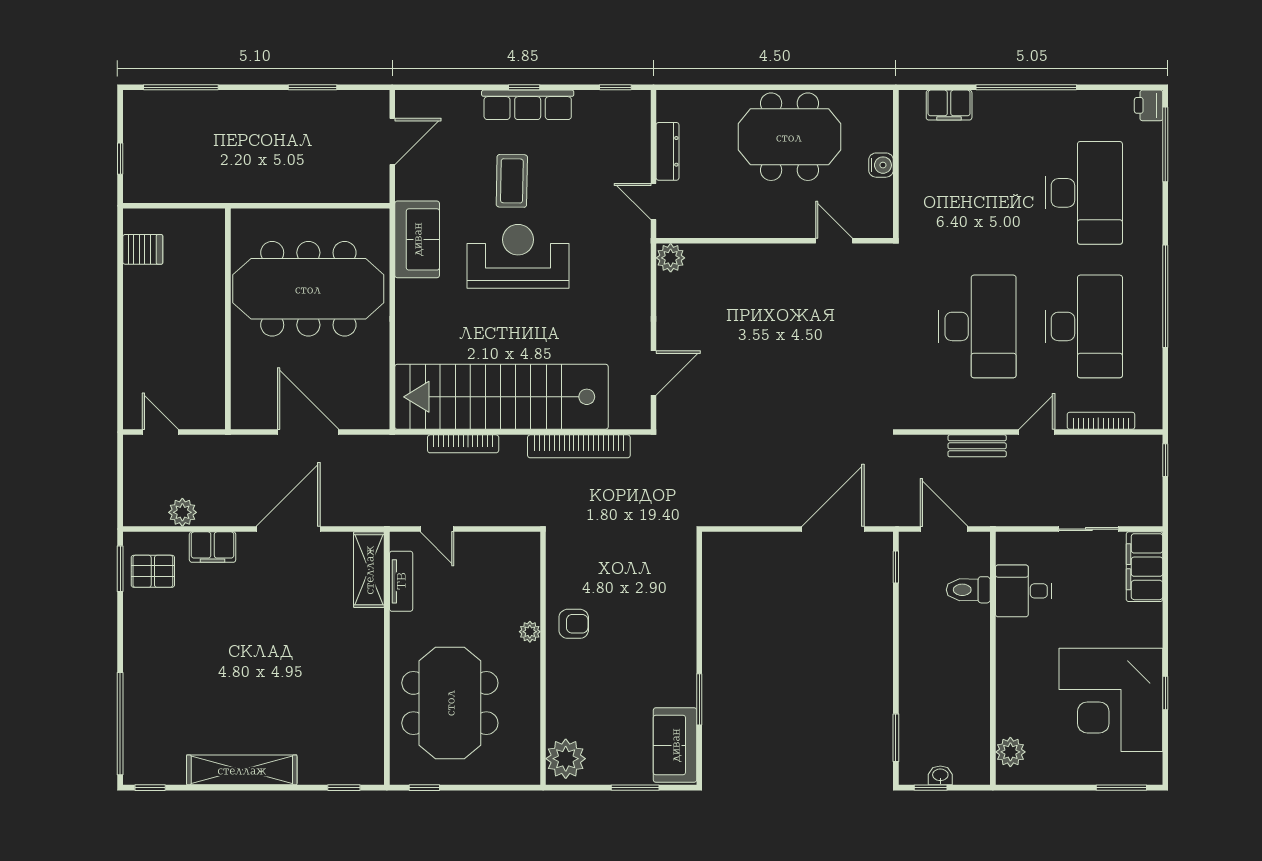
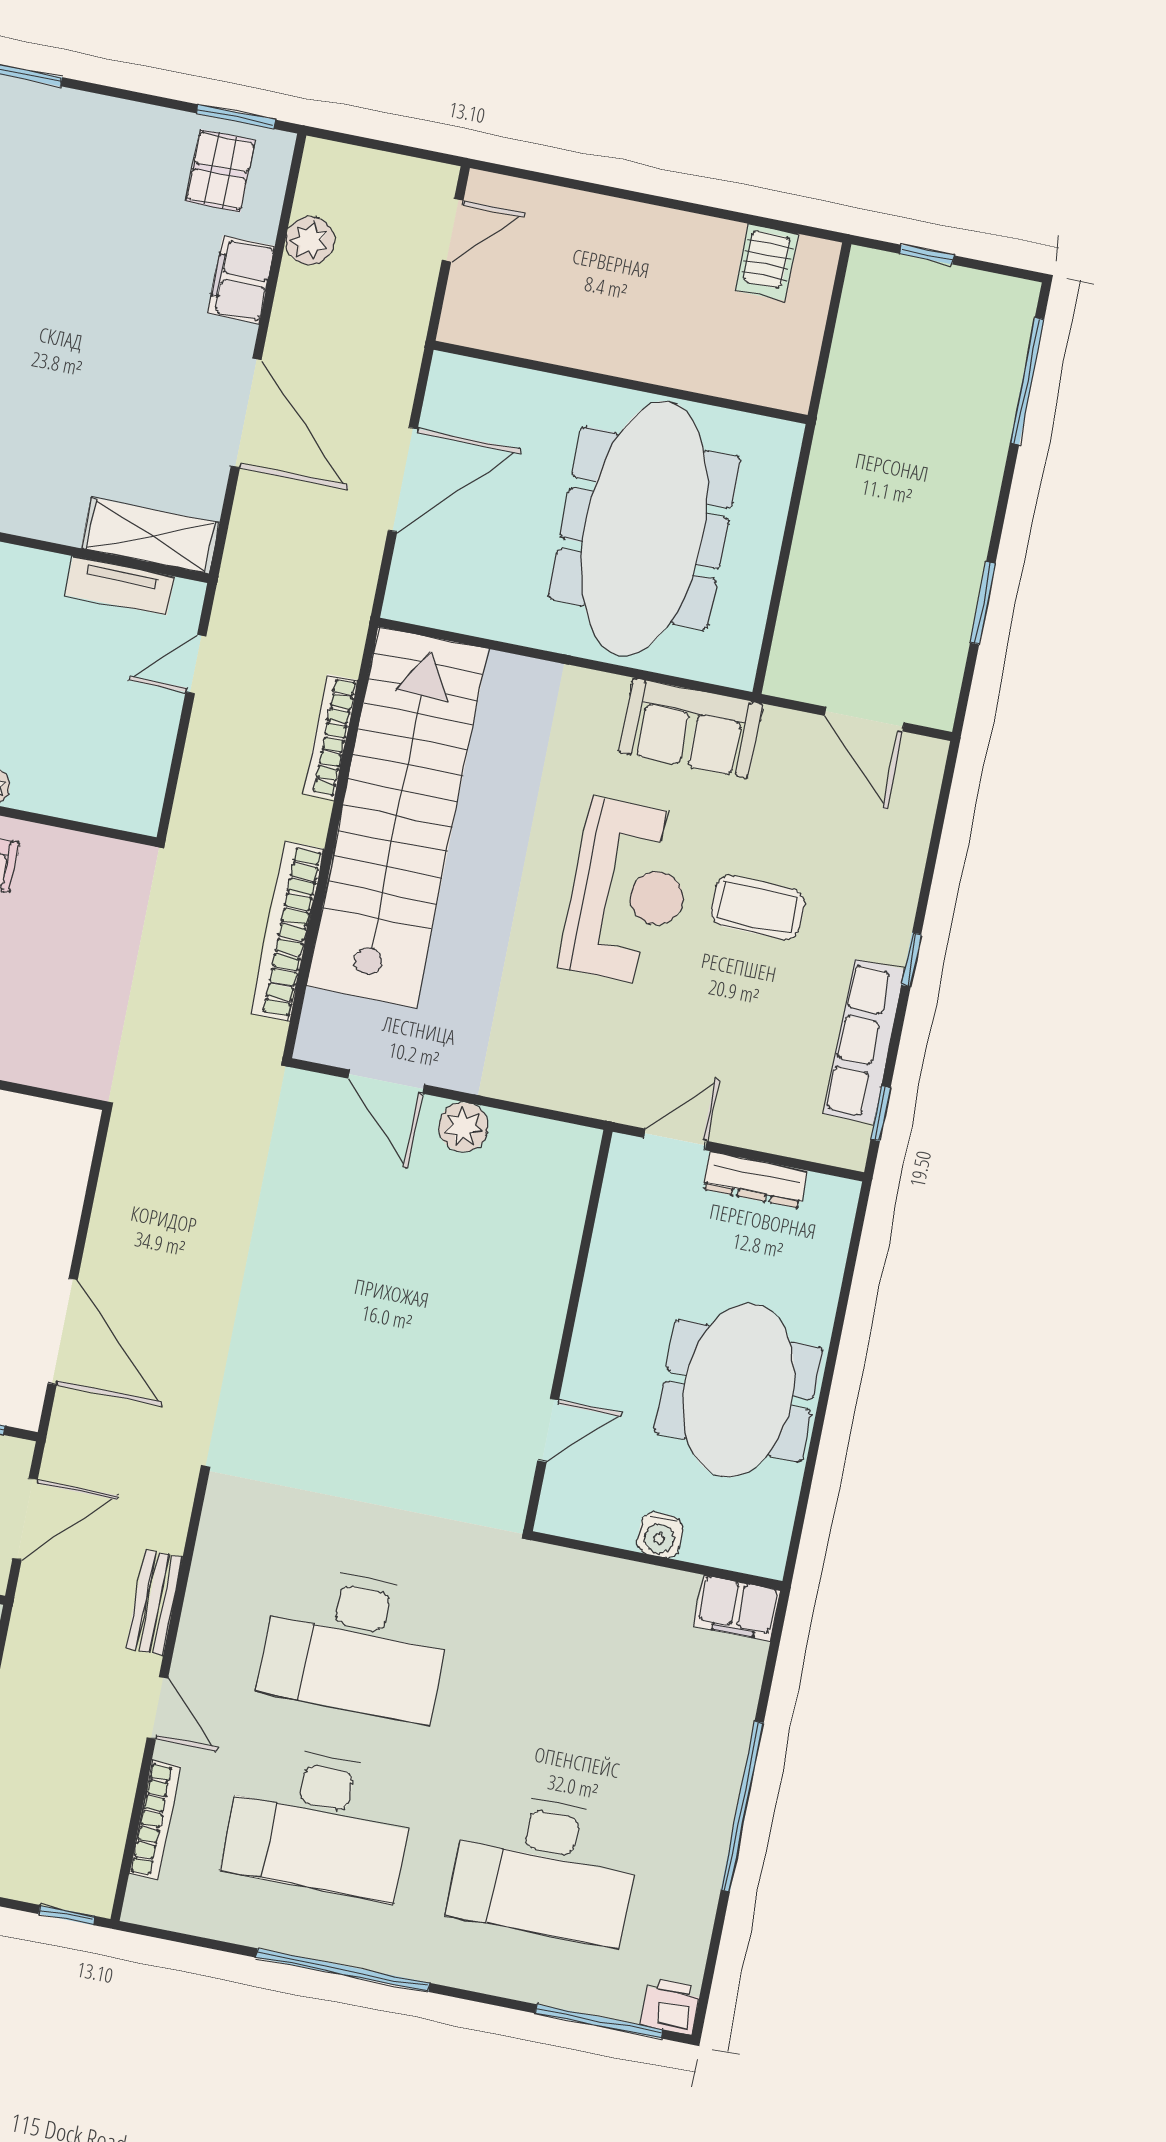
row of seats: (528, 105) -> (864, 1042), moved
filing cabinet: (949, 105) -> (737, 1608), moved, turned -90
plant: (671, 258) -> (463, 1127), moved

